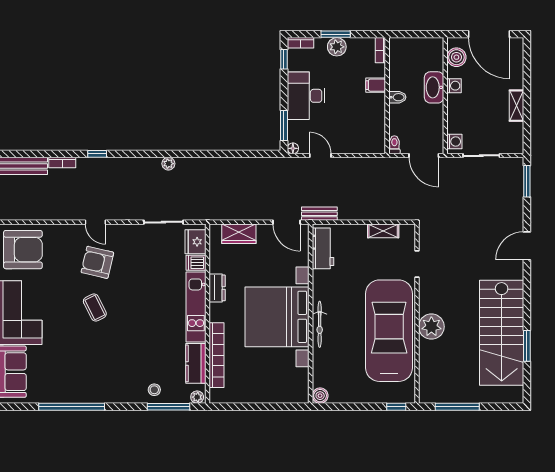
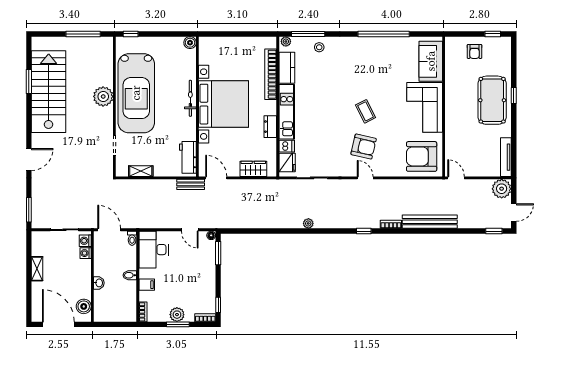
washing machine: (454, 86) -> (86, 253), moved
washbasin: (434, 87) -> (99, 283), width x0.52, depth x0.69
desk: (306, 96) -> (154, 250), moved, turned 180

